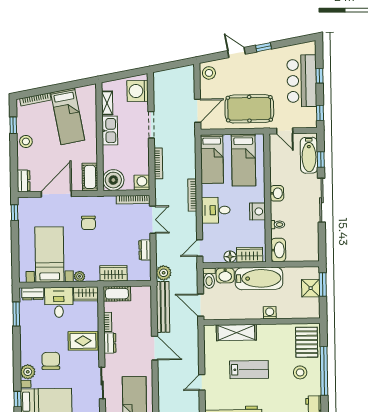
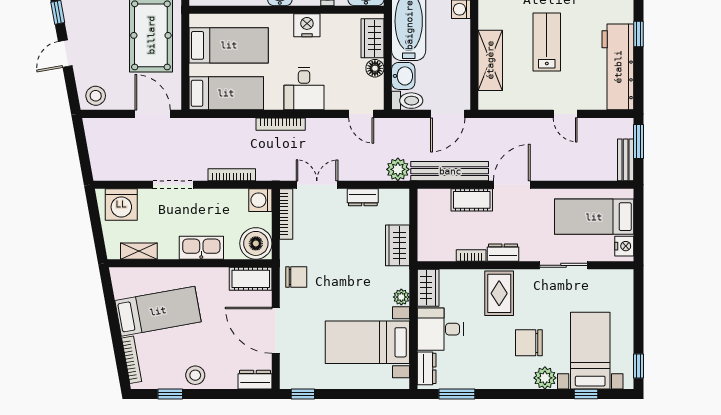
kitchen sink: (110, 131) -> (201, 248), moved
chair: (88, 223) -> (296, 277), moved
cot: (117, 294) -> (472, 200), moved, turned 90

